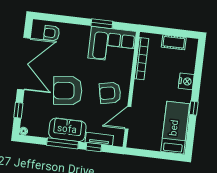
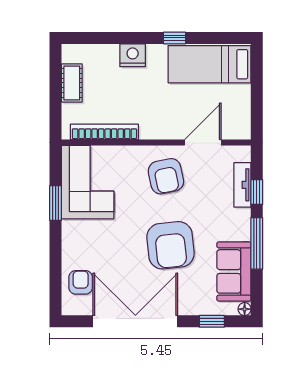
armchair: (52, 33) -> (81, 282), turned 180
door: (128, 118) -> (203, 143), swing flipped
sofa: (67, 130) -> (234, 271), moved

